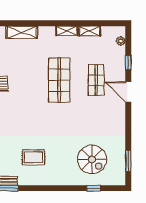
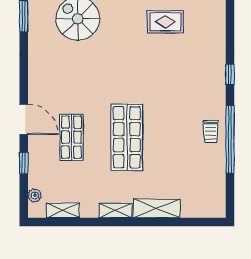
shelving: (90, 31) -> (63, 210), moved
shelving: (22, 32) -> (157, 208), moved

